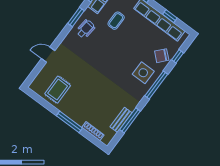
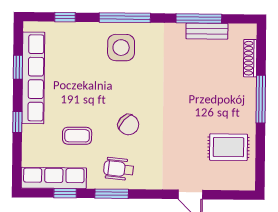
chair: (162, 56) -> (128, 125), moved

